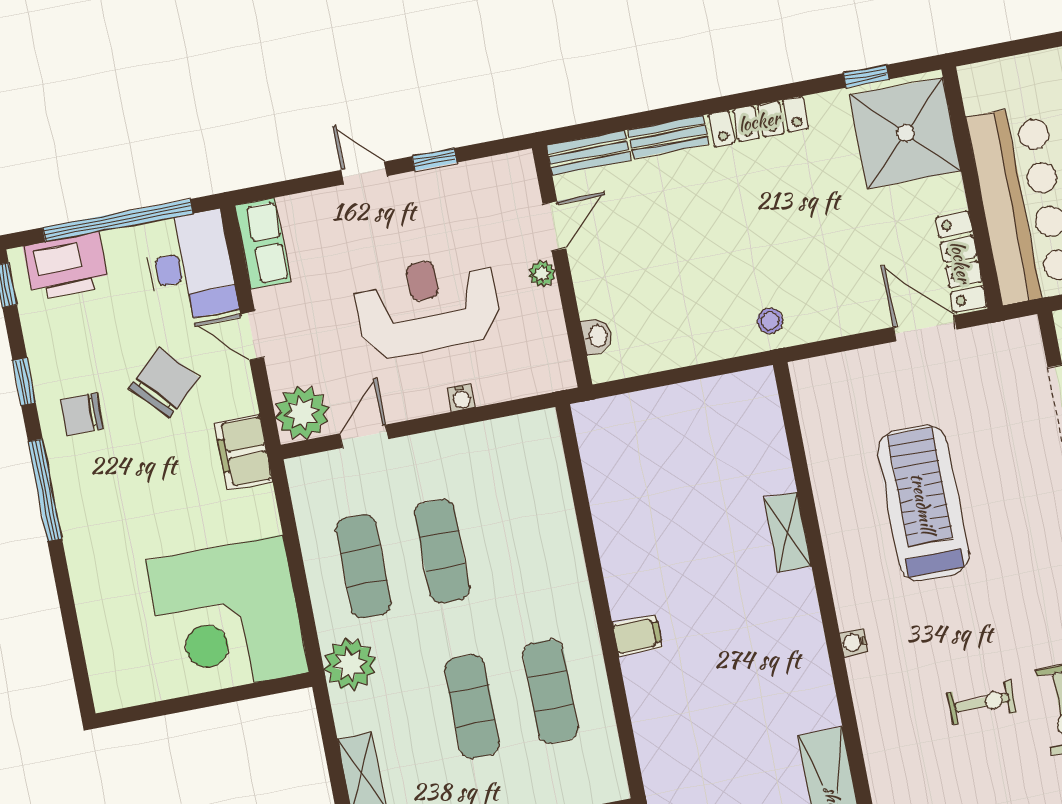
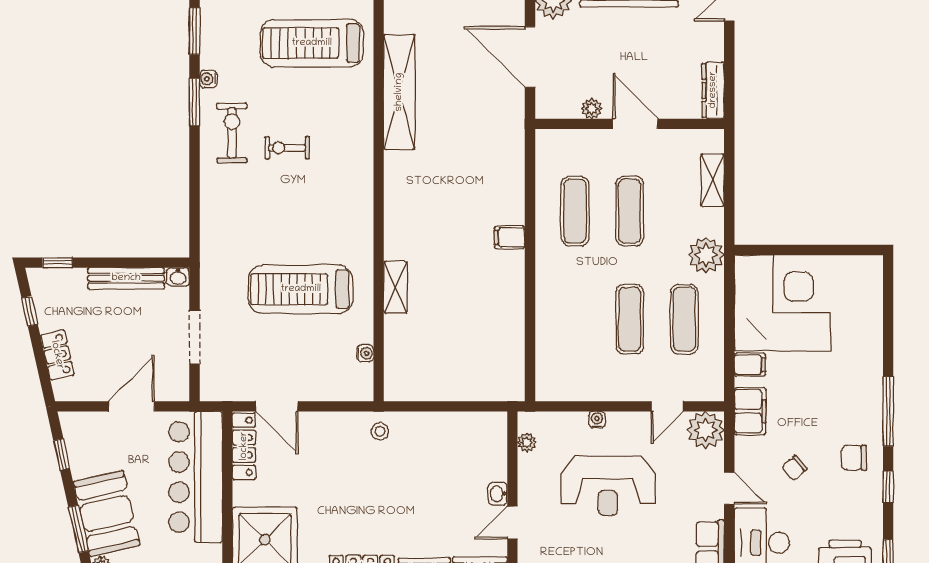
plant: (542, 274) -> (527, 442), moved
washbasin: (597, 336) -> (498, 494), moved
chair: (164, 383) -> (794, 468), width x0.54, depth x0.54
chair: (81, 414) -> (854, 458), turned 180
treadmill: (923, 503) -> (301, 289), turned 90
filing cabinet: (257, 519) -> (750, 365), added
water cooler: (854, 642) -> (365, 353), moved

